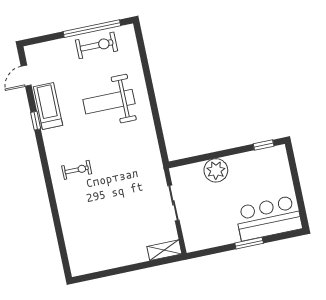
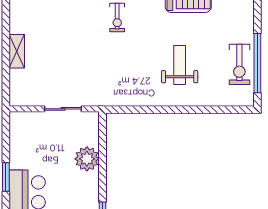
weight bench: (109, 102) -> (180, 65), width x0.73, depth x0.75
shelving: (164, 250) -> (17, 51), moved

